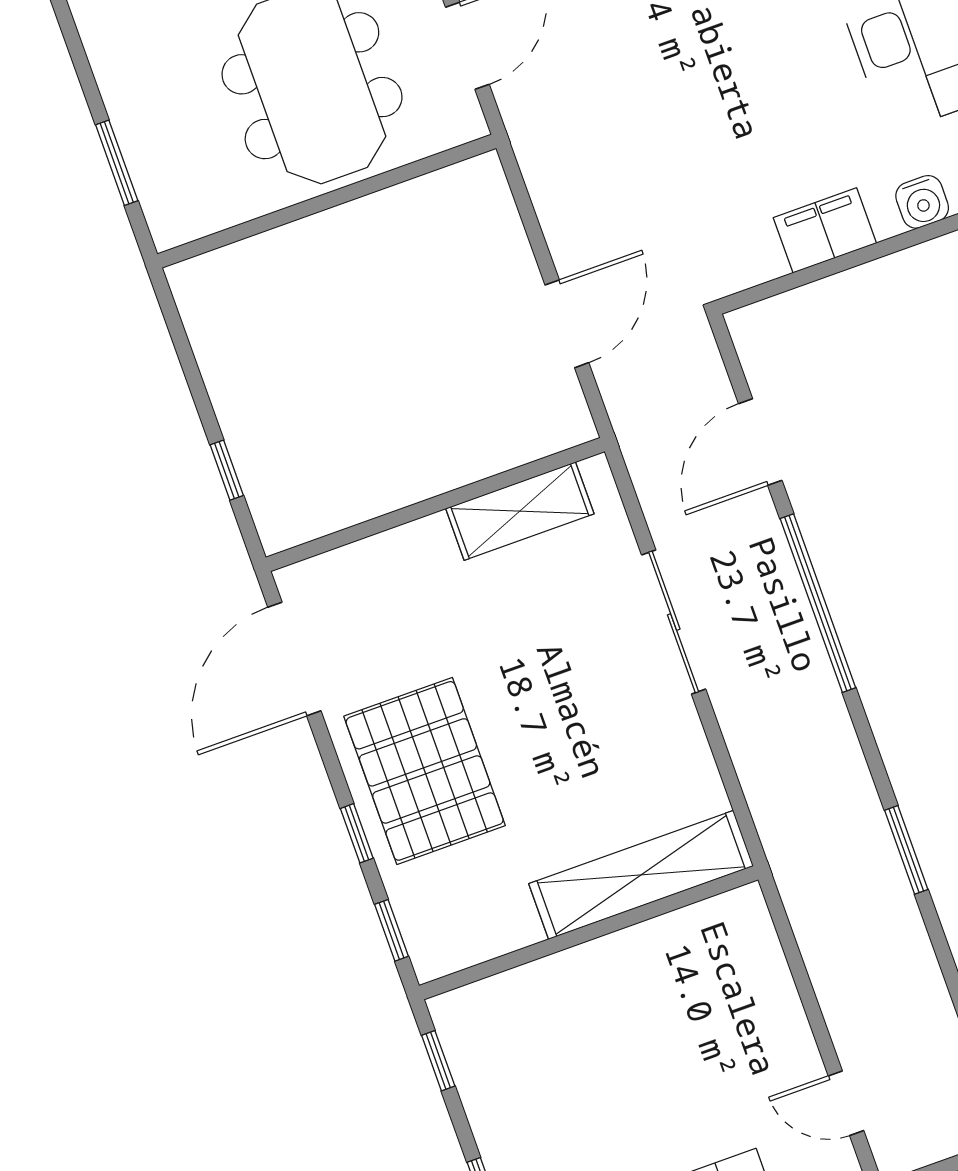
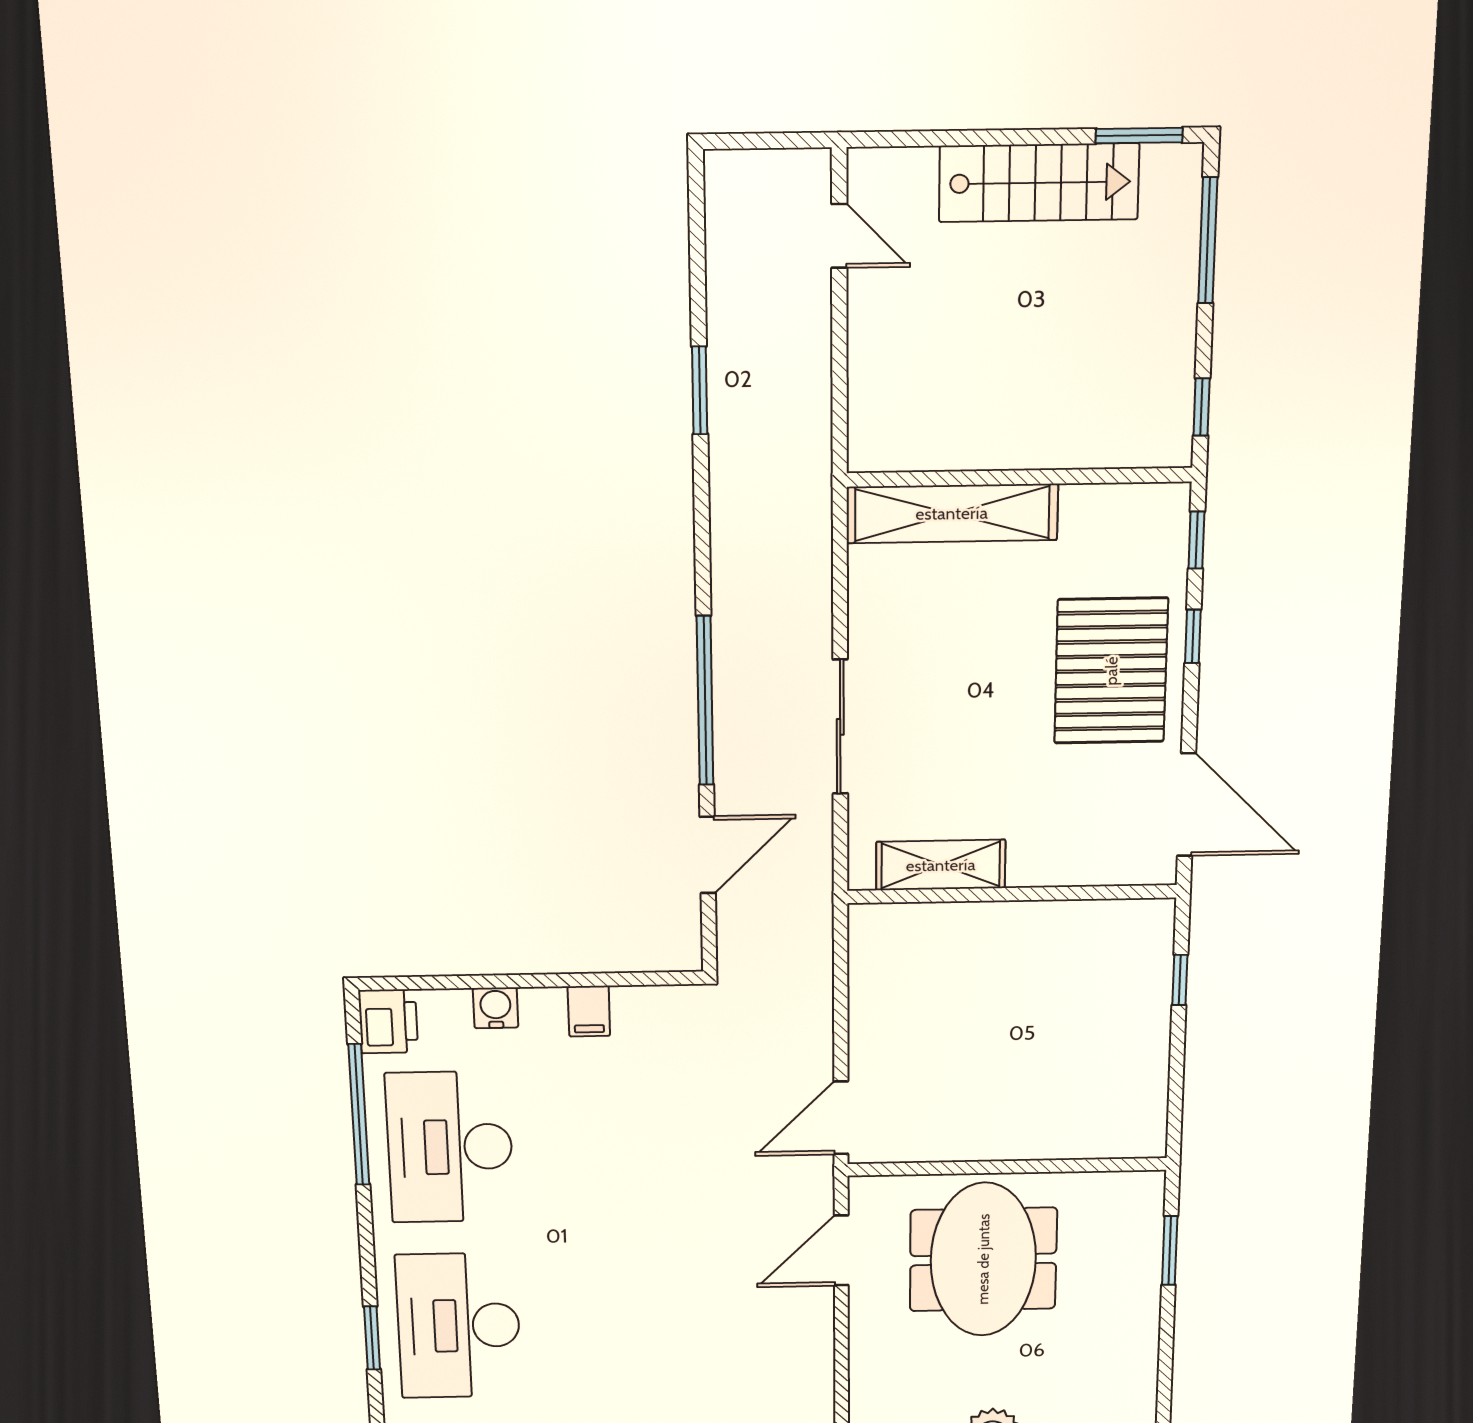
filing cabinet: (825, 230) -> (589, 1011), width x0.50
door: (567, 324) -> (841, 1118), moved
door: (294, 659) -> (1186, 805), hinge flipped
window: (906, 850) -> (700, 390), moved

